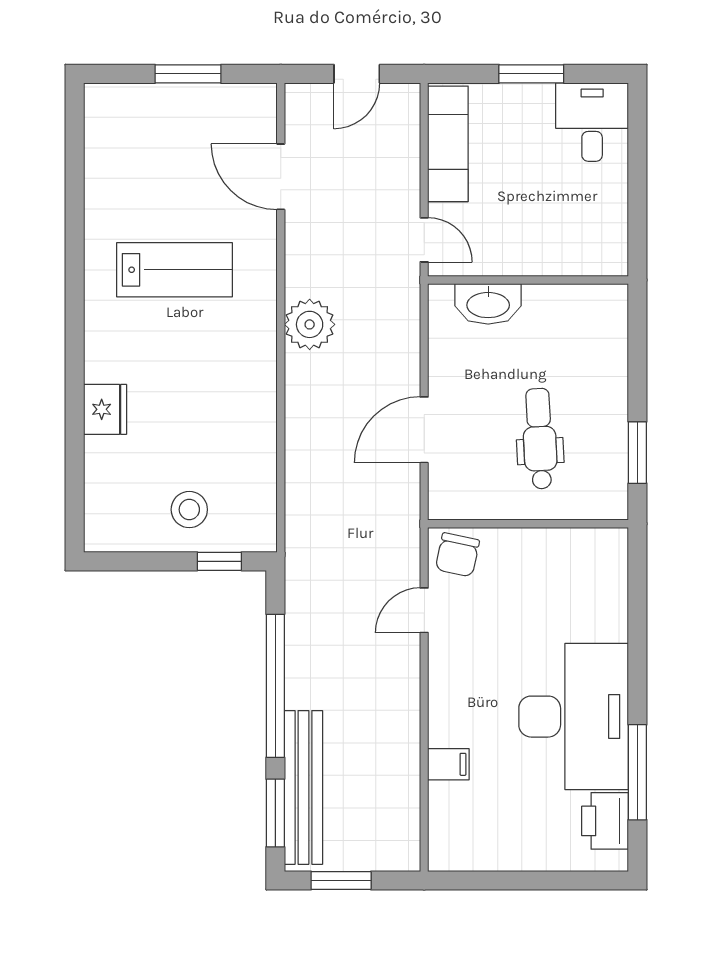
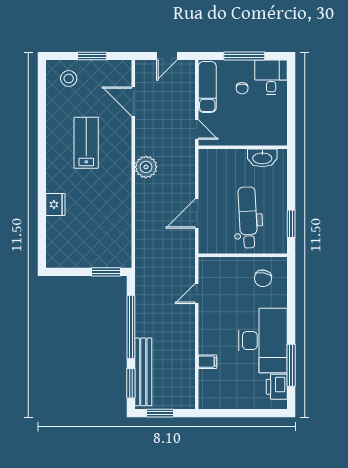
window: (531, 74) -> (244, 56), width x1.44
chair: (527, 147) -> (242, 88), added
lab bench: (175, 270) -> (86, 143), turned -90
washbasin: (488, 304) -> (262, 158), moved
dental chair: (540, 439) -> (248, 217), width x1.36, depth x1.38
stool: (189, 510) -> (69, 79), moved
chair: (457, 555) -> (263, 278), moved
window: (219, 561) -> (106, 272), width x1.50

